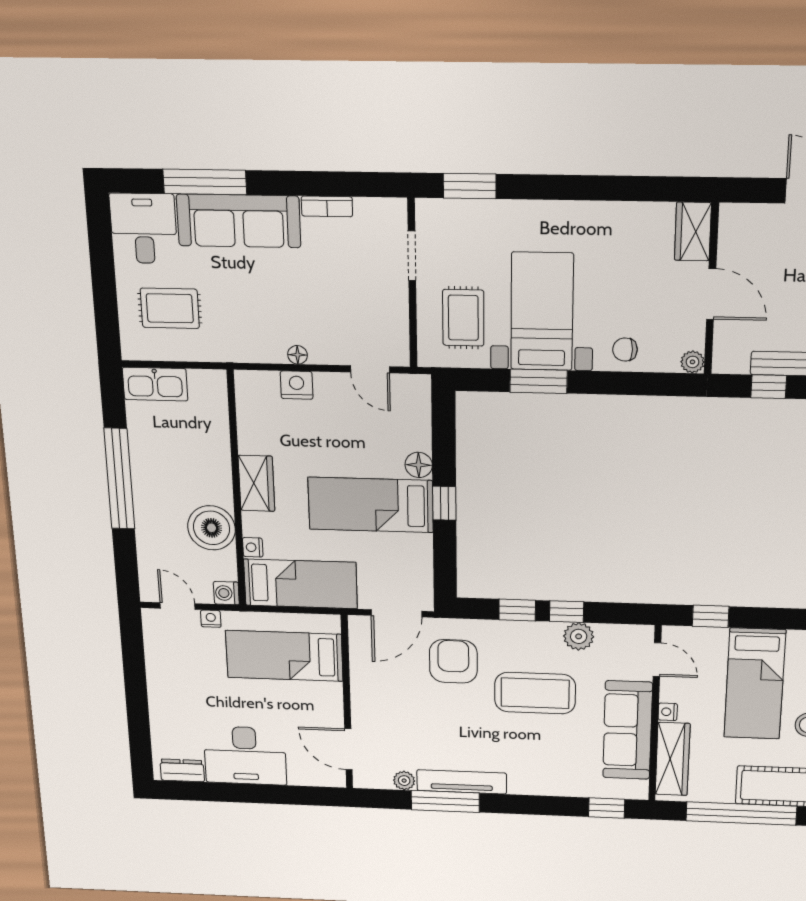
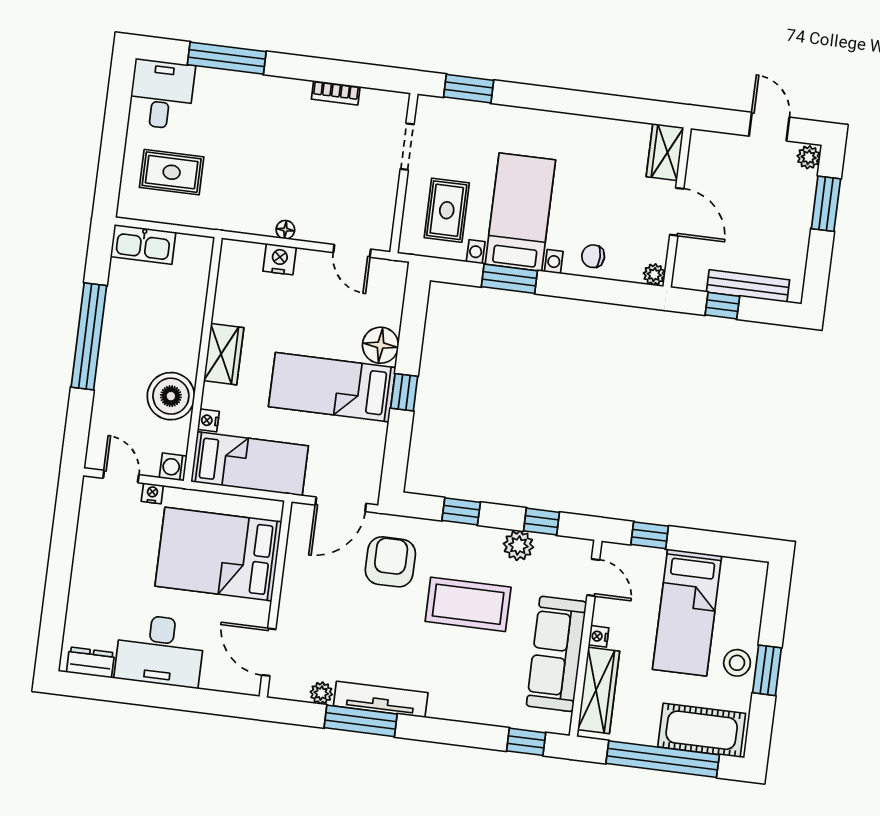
sofa: (239, 221) -> (252, 97), removed
floor lamp: (419, 465) -> (381, 345), width x1.38, depth x1.38
window: (567, 612) -> (541, 522), moved
bed: (284, 656) -> (218, 554), width x1.50

